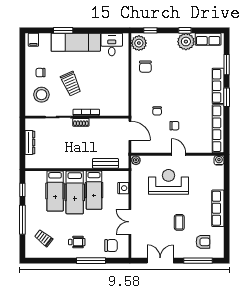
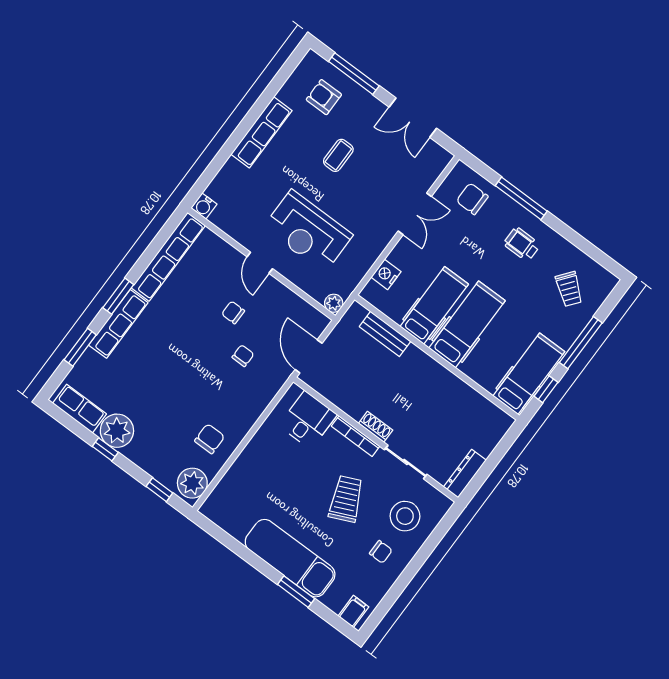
desk: (112, 44) -> (308, 420), moved, turned 180
dresser: (30, 142) -> (465, 474), moved
hospital bed: (55, 191) -> (529, 374), moved

